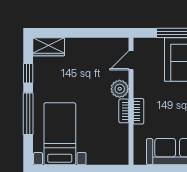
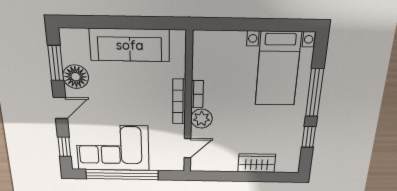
wardrobe: (49, 47) -> (257, 163), moved
bookcase: (138, 111) -> (179, 102), width x1.56

